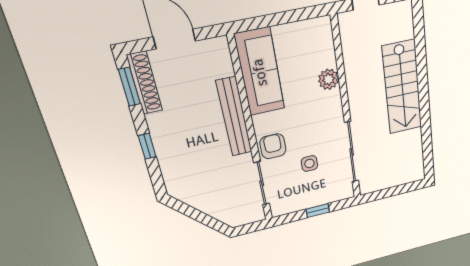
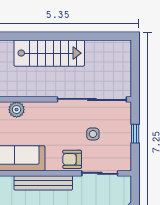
plant: (329, 79) -> (17, 110), moved
sliding door: (352, 152) -> (92, 99), width x1.36

